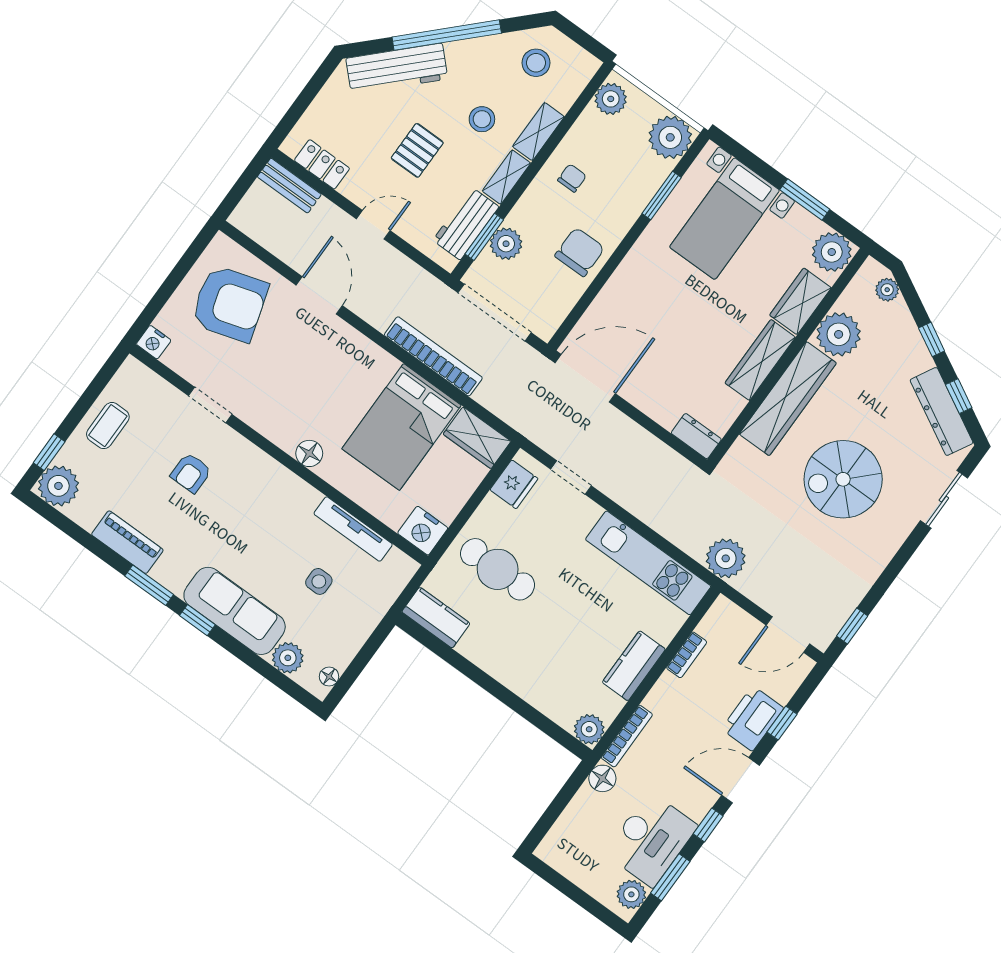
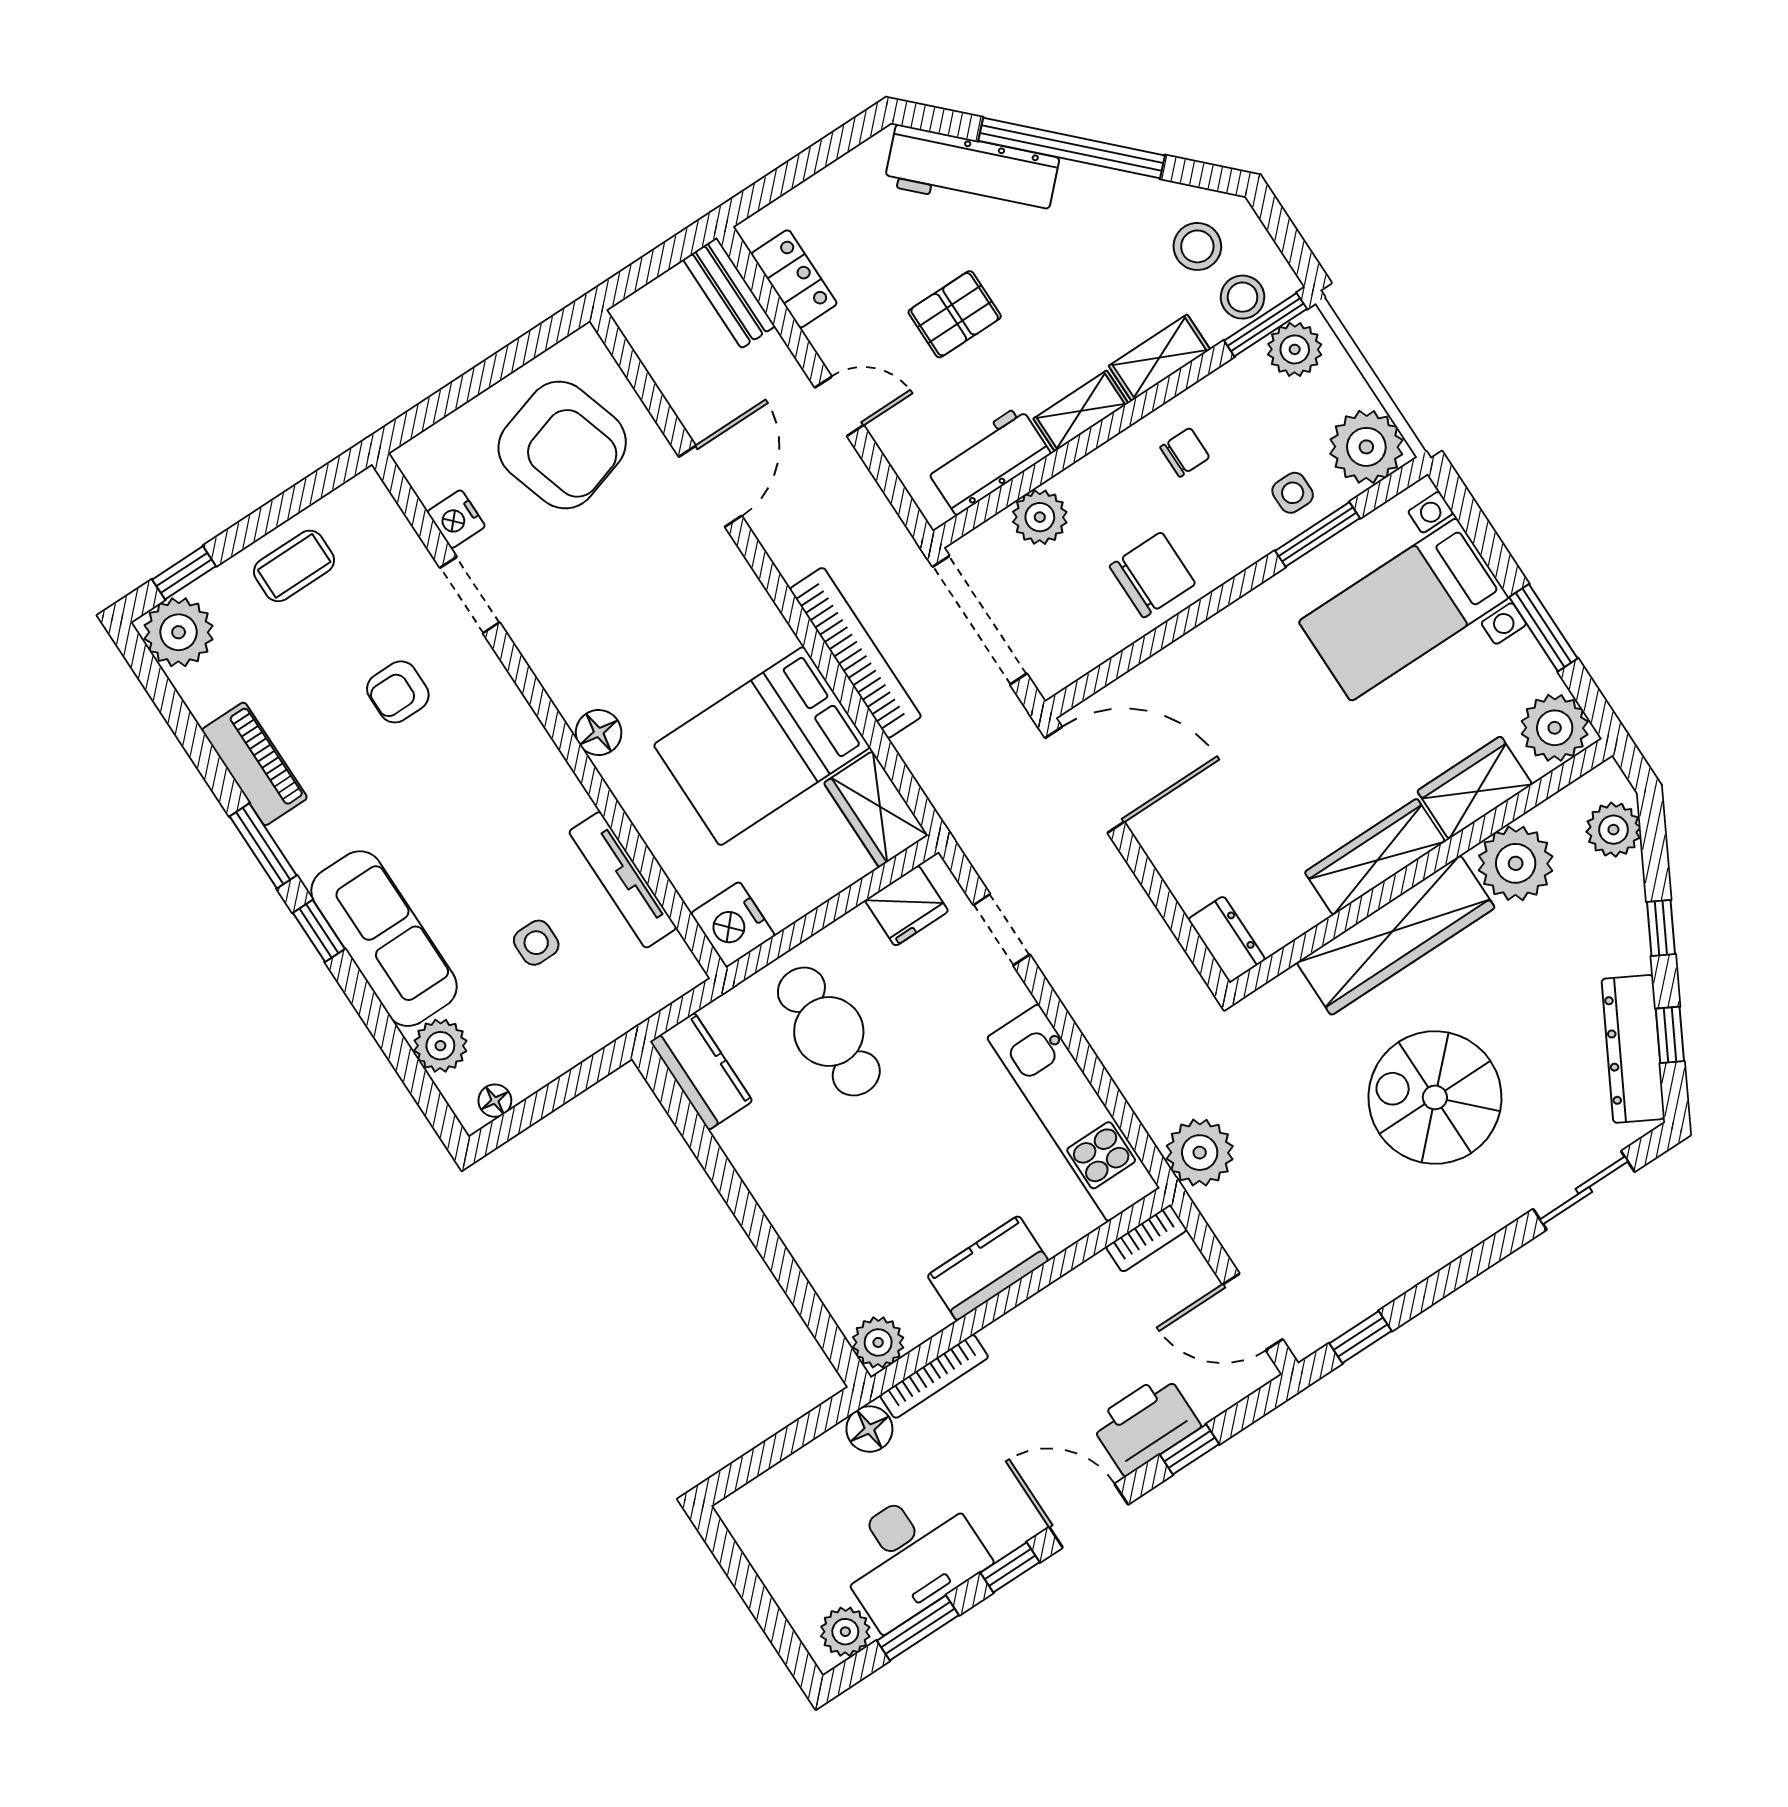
stool: (482, 119) -> (1243, 297), moved
side table: (639, 178) -> (1293, 493), added
window: (484, 237) -> (1265, 325), moved
plant: (887, 290) -> (1613, 830), width x1.38, depth x1.38
nightstand: (154, 342) -> (456, 519), moved
bookcase: (687, 655) -> (1146, 1238), moved

